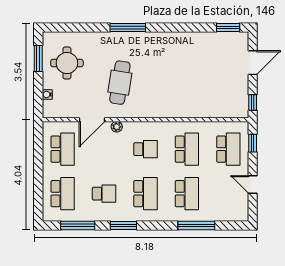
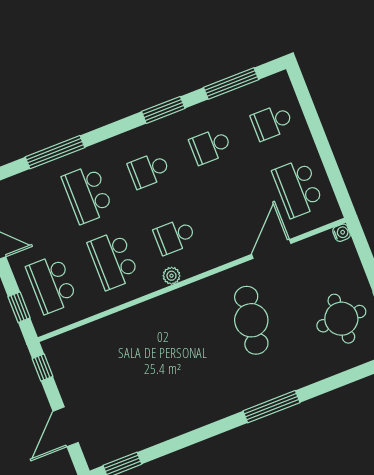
water cooler: (47, 94) -> (341, 233), moved
plant: (117, 127) -> (171, 276), moved
school desk: (63, 194) -> (272, 122), width x0.54
school desk: (145, 194) -> (149, 170), width x0.54

